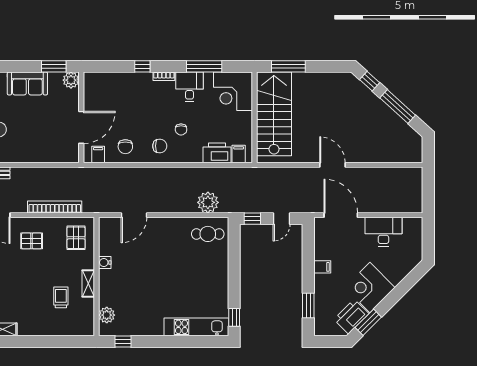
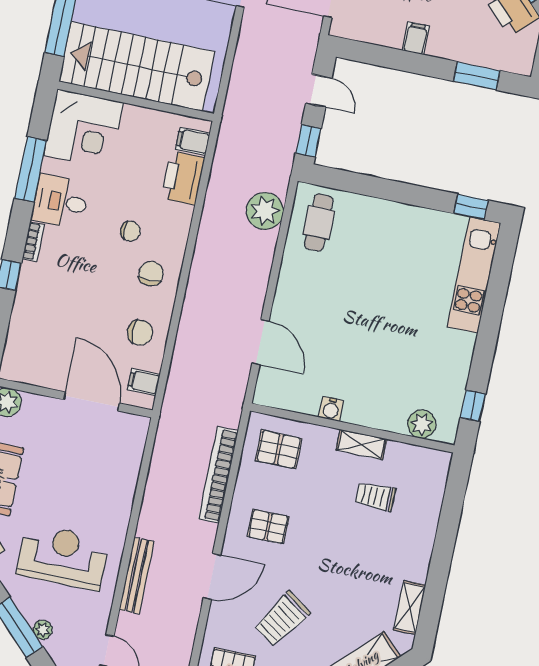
pallet: (32, 241) -> (268, 527), turned 90

